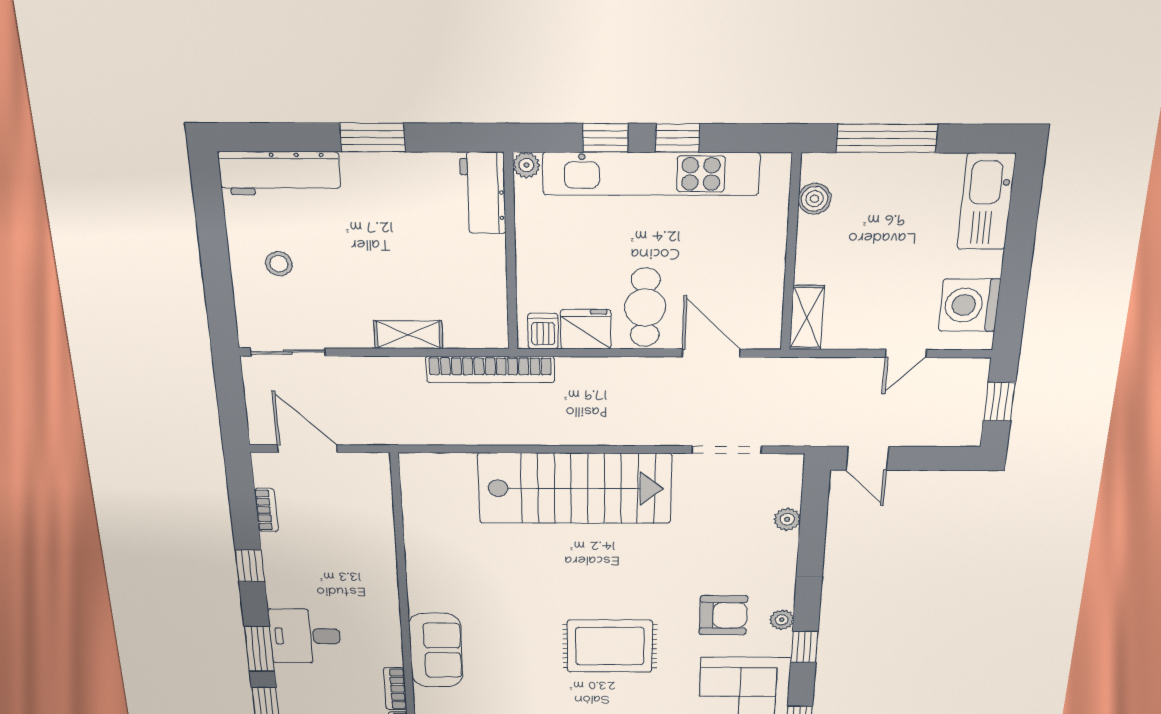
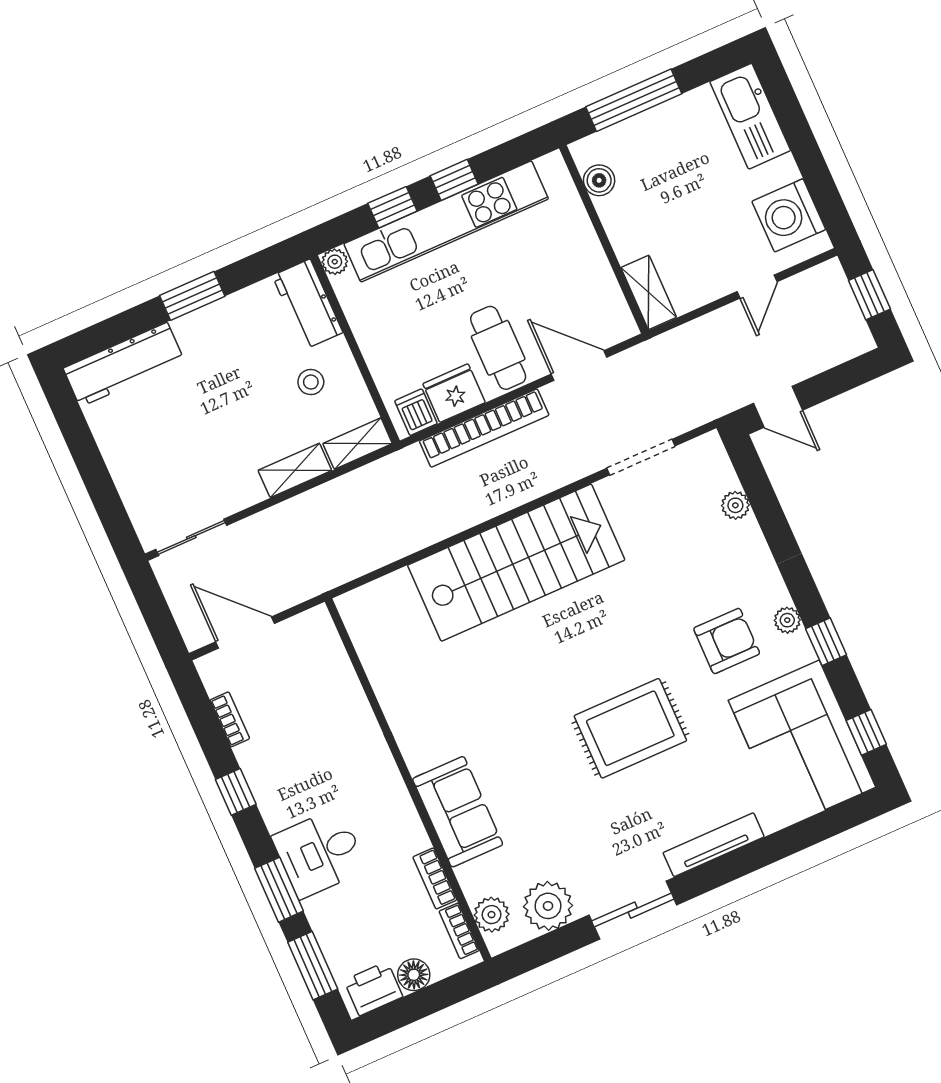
stool: (279, 264) -> (311, 382), moved
shelving: (477, 336) -> (358, 444), added
bookcase: (490, 370) -> (484, 428), moved

